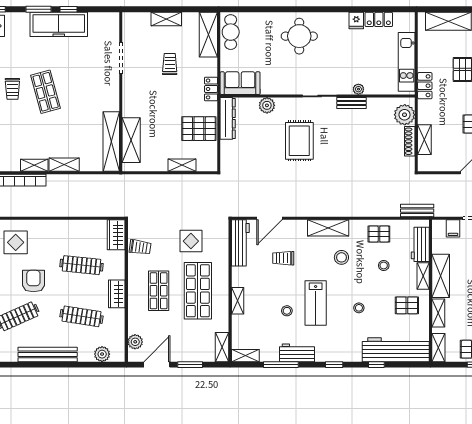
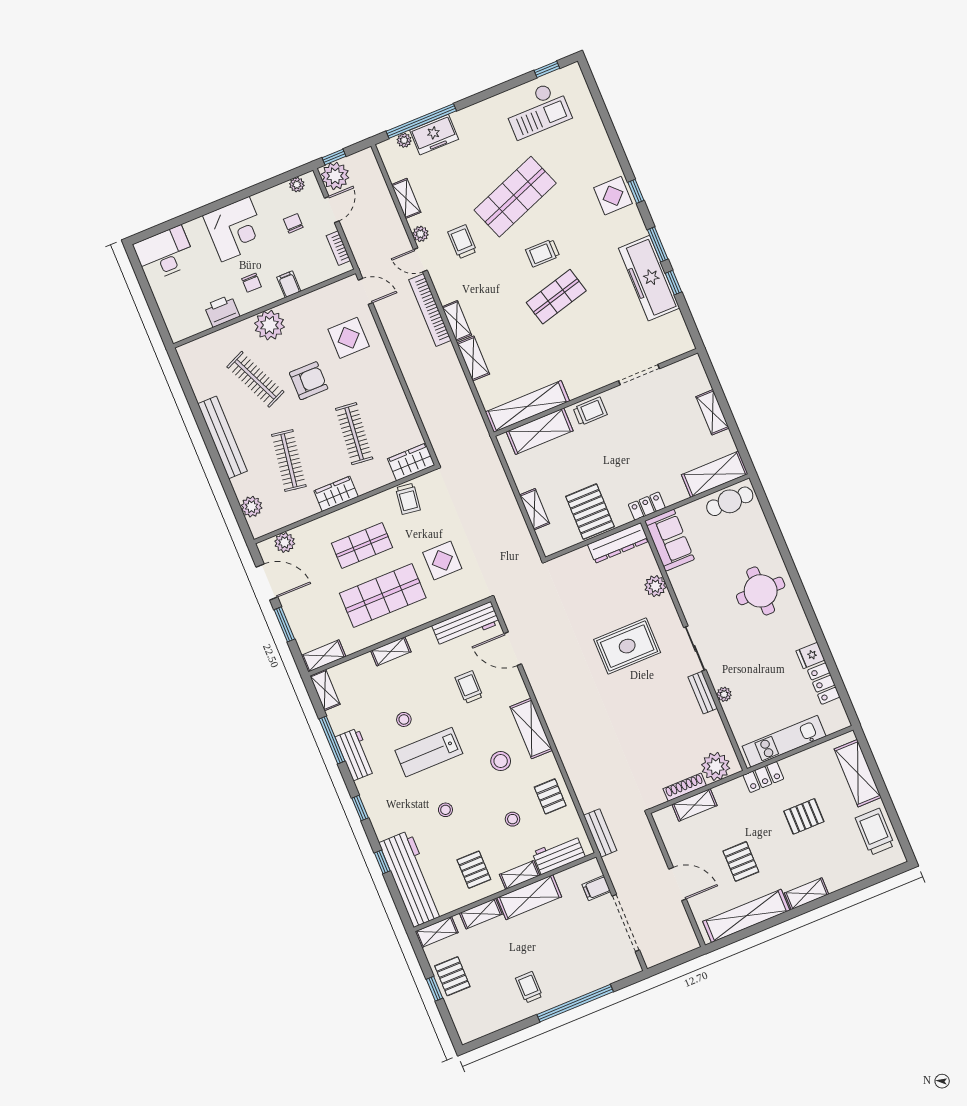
trolley: (170, 64) -> (590, 411), moved

